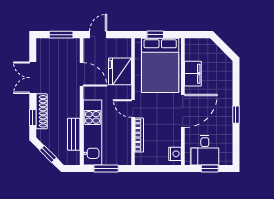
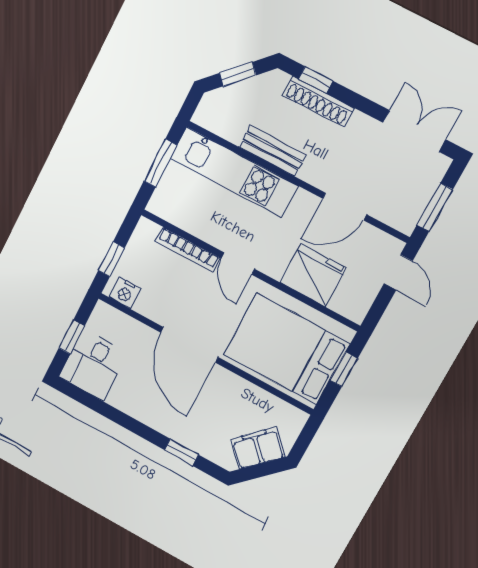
filing cabinet: (193, 74) -> (258, 448), moved, turned 135
double door: (33, 78) -> (414, 131), moved
door: (133, 108) -> (238, 264), swing flipped
window: (236, 115) -> (181, 452), moved
bench: (74, 134) -> (272, 151), moved
desk: (205, 150) -> (93, 365), moved, turned -90
window: (163, 169) -> (111, 259), added

